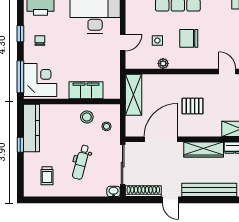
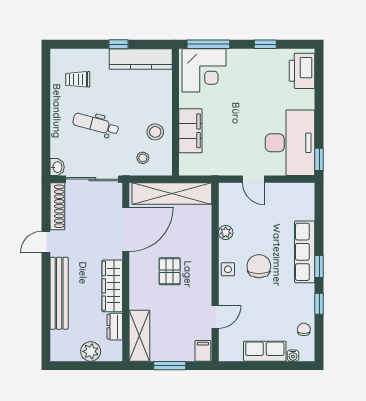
chair: (40, 41) -> (256, 70), removed
side table: (157, 41) -> (228, 269), moved
shelving: (134, 95) -> (172, 193), width x1.47
door: (161, 139) -> (126, 229), hinge flipped

